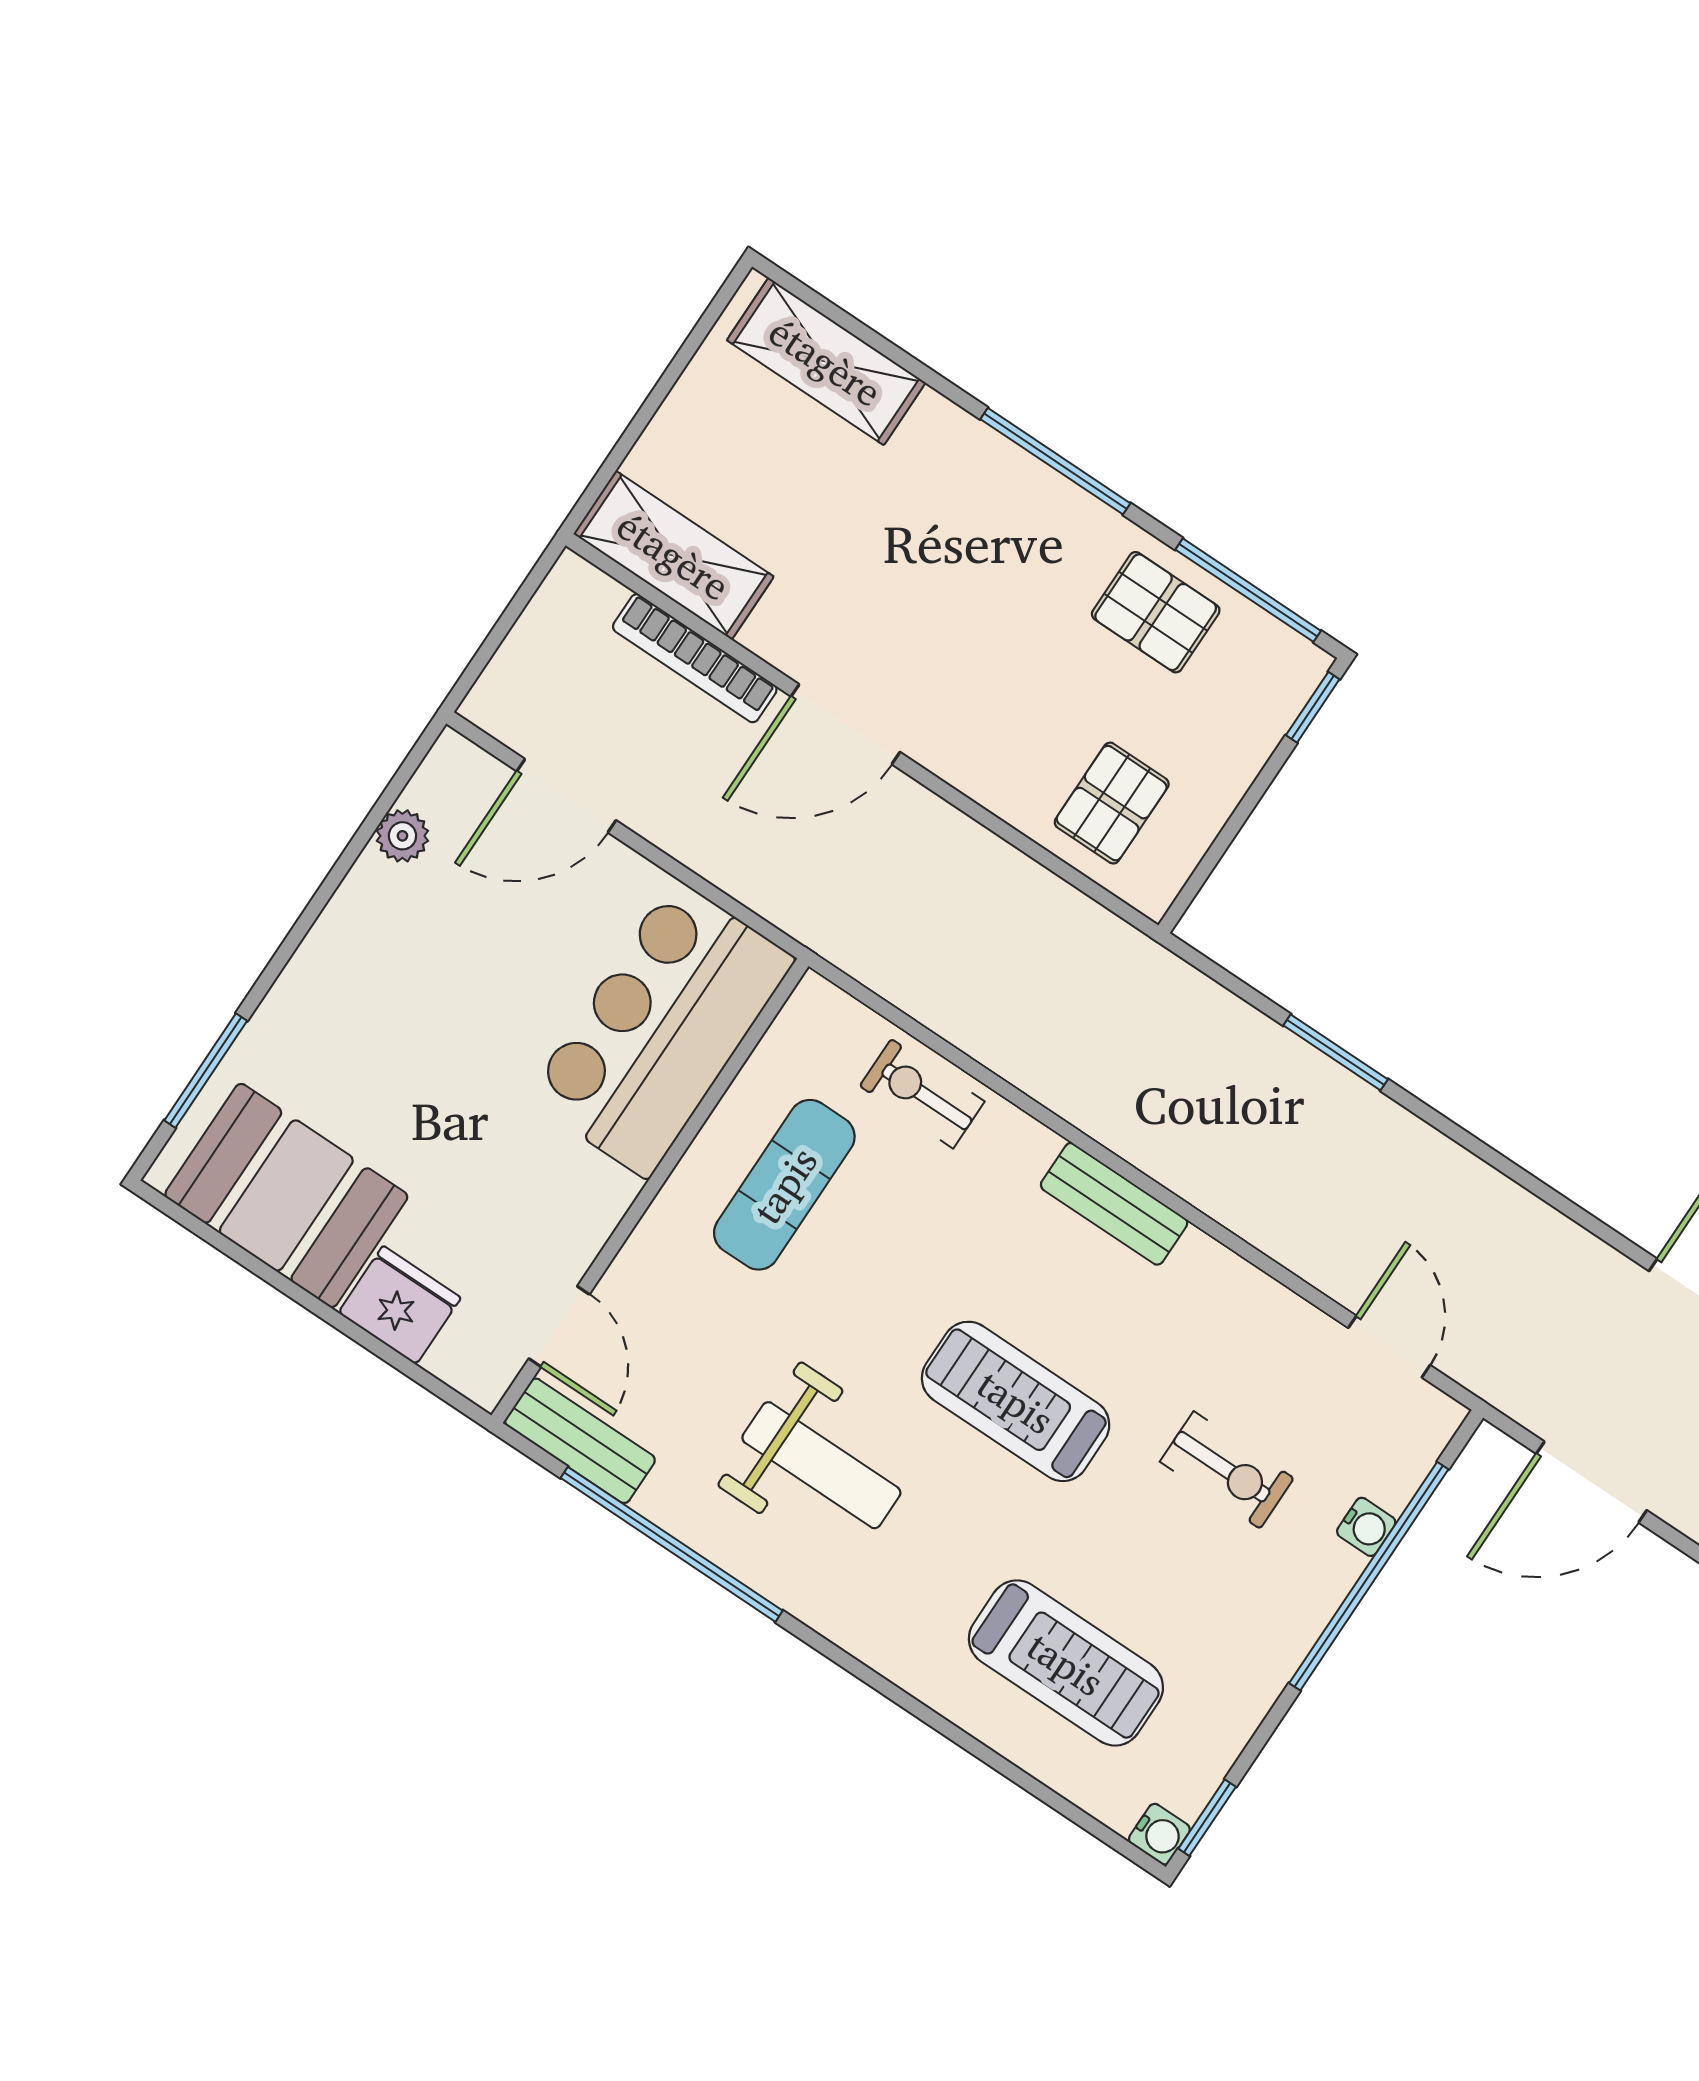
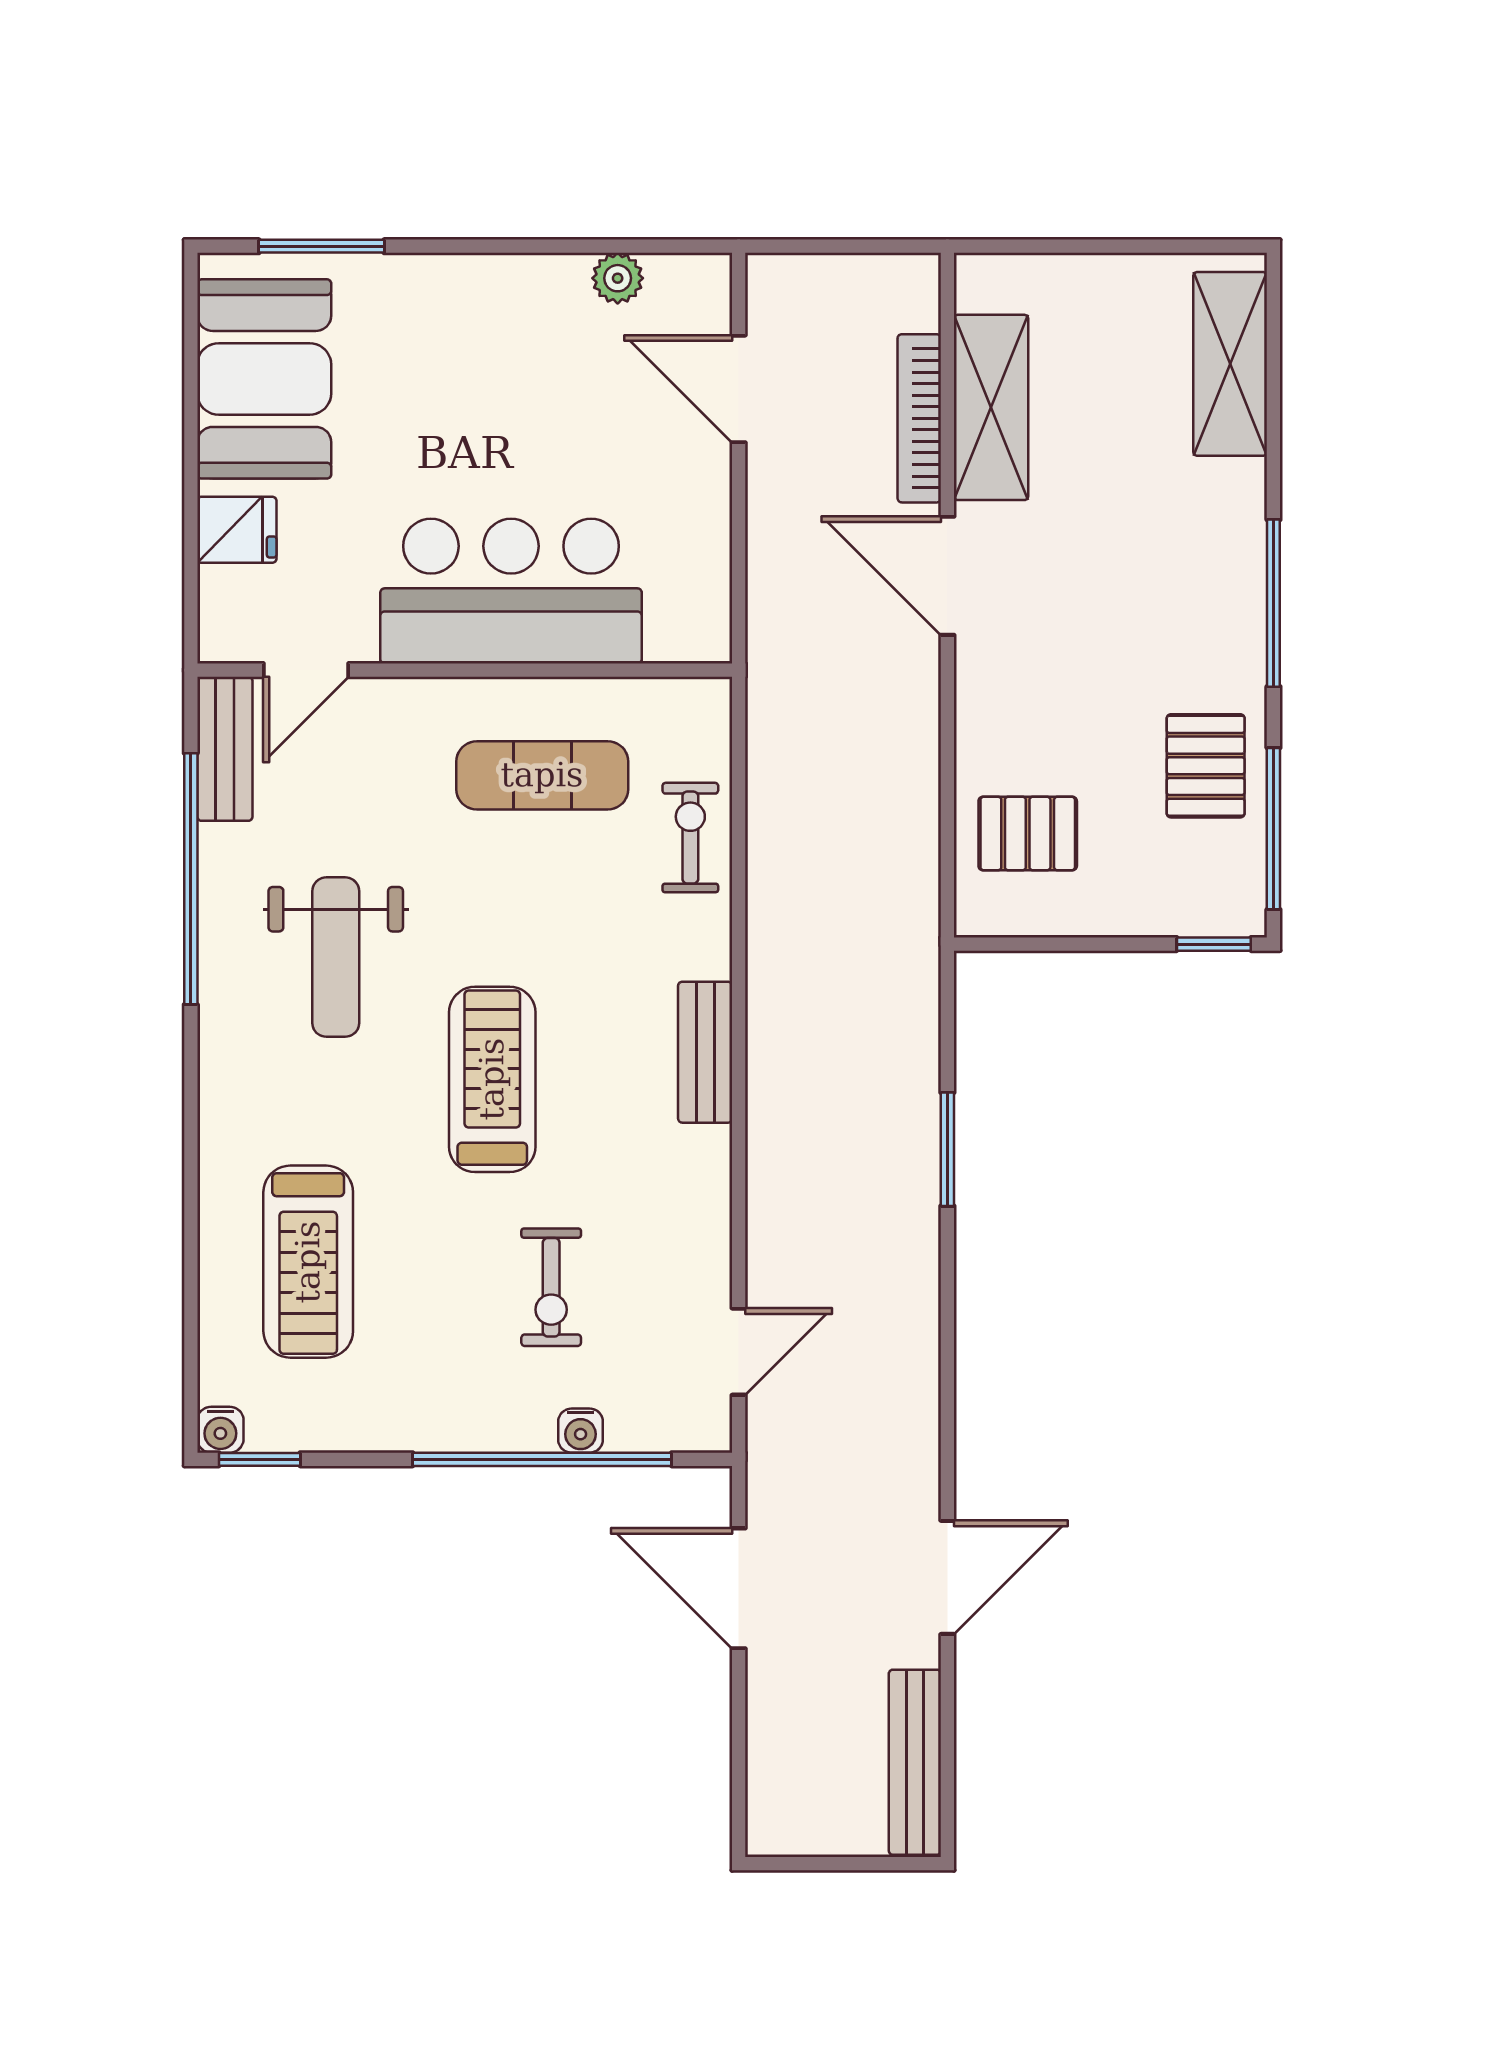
shelving: (674, 555) -> (991, 407), moved
bar counter: (661, 1029) -> (511, 591), moved
fridge: (400, 1305) -> (237, 530), width x0.72

